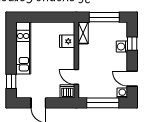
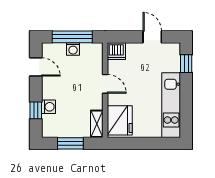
window: (104, 17) -> (70, 143), width x0.69
fridge: (67, 41) -> (120, 120), width x1.88, depth x1.34
door: (76, 77) -> (105, 84), moved
washing machine: (122, 93) -> (73, 49), moved

